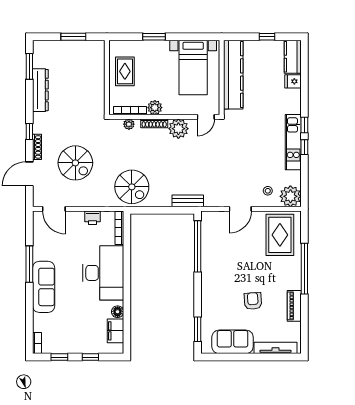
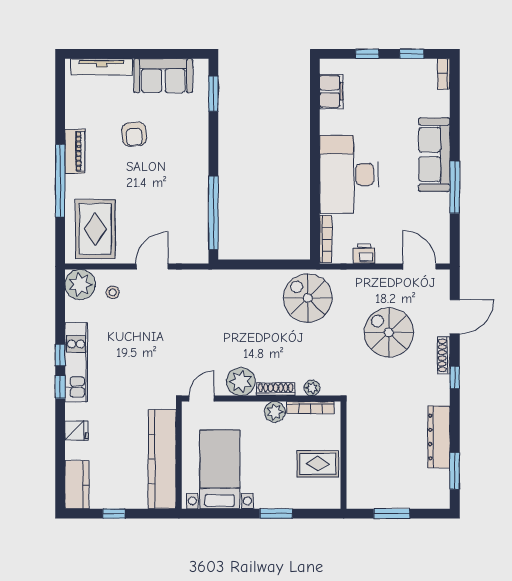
rug: (125, 71) -> (318, 464), turned 90
fridge: (293, 81) -> (76, 430), moved
bench: (188, 201) -> (228, 278), removed
piano: (294, 306) -> (75, 151), moved
floor lamp: (118, 312) -> (328, 119), removed

